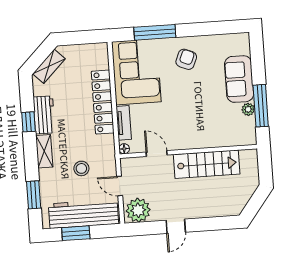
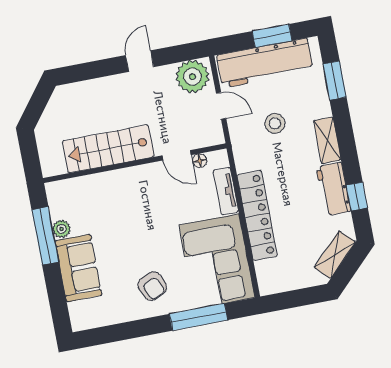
armchair: (186, 59) -> (152, 286), turned -46
window: (29, 122) -> (357, 196), moved
floor lamp: (124, 149) -> (200, 161), moved

